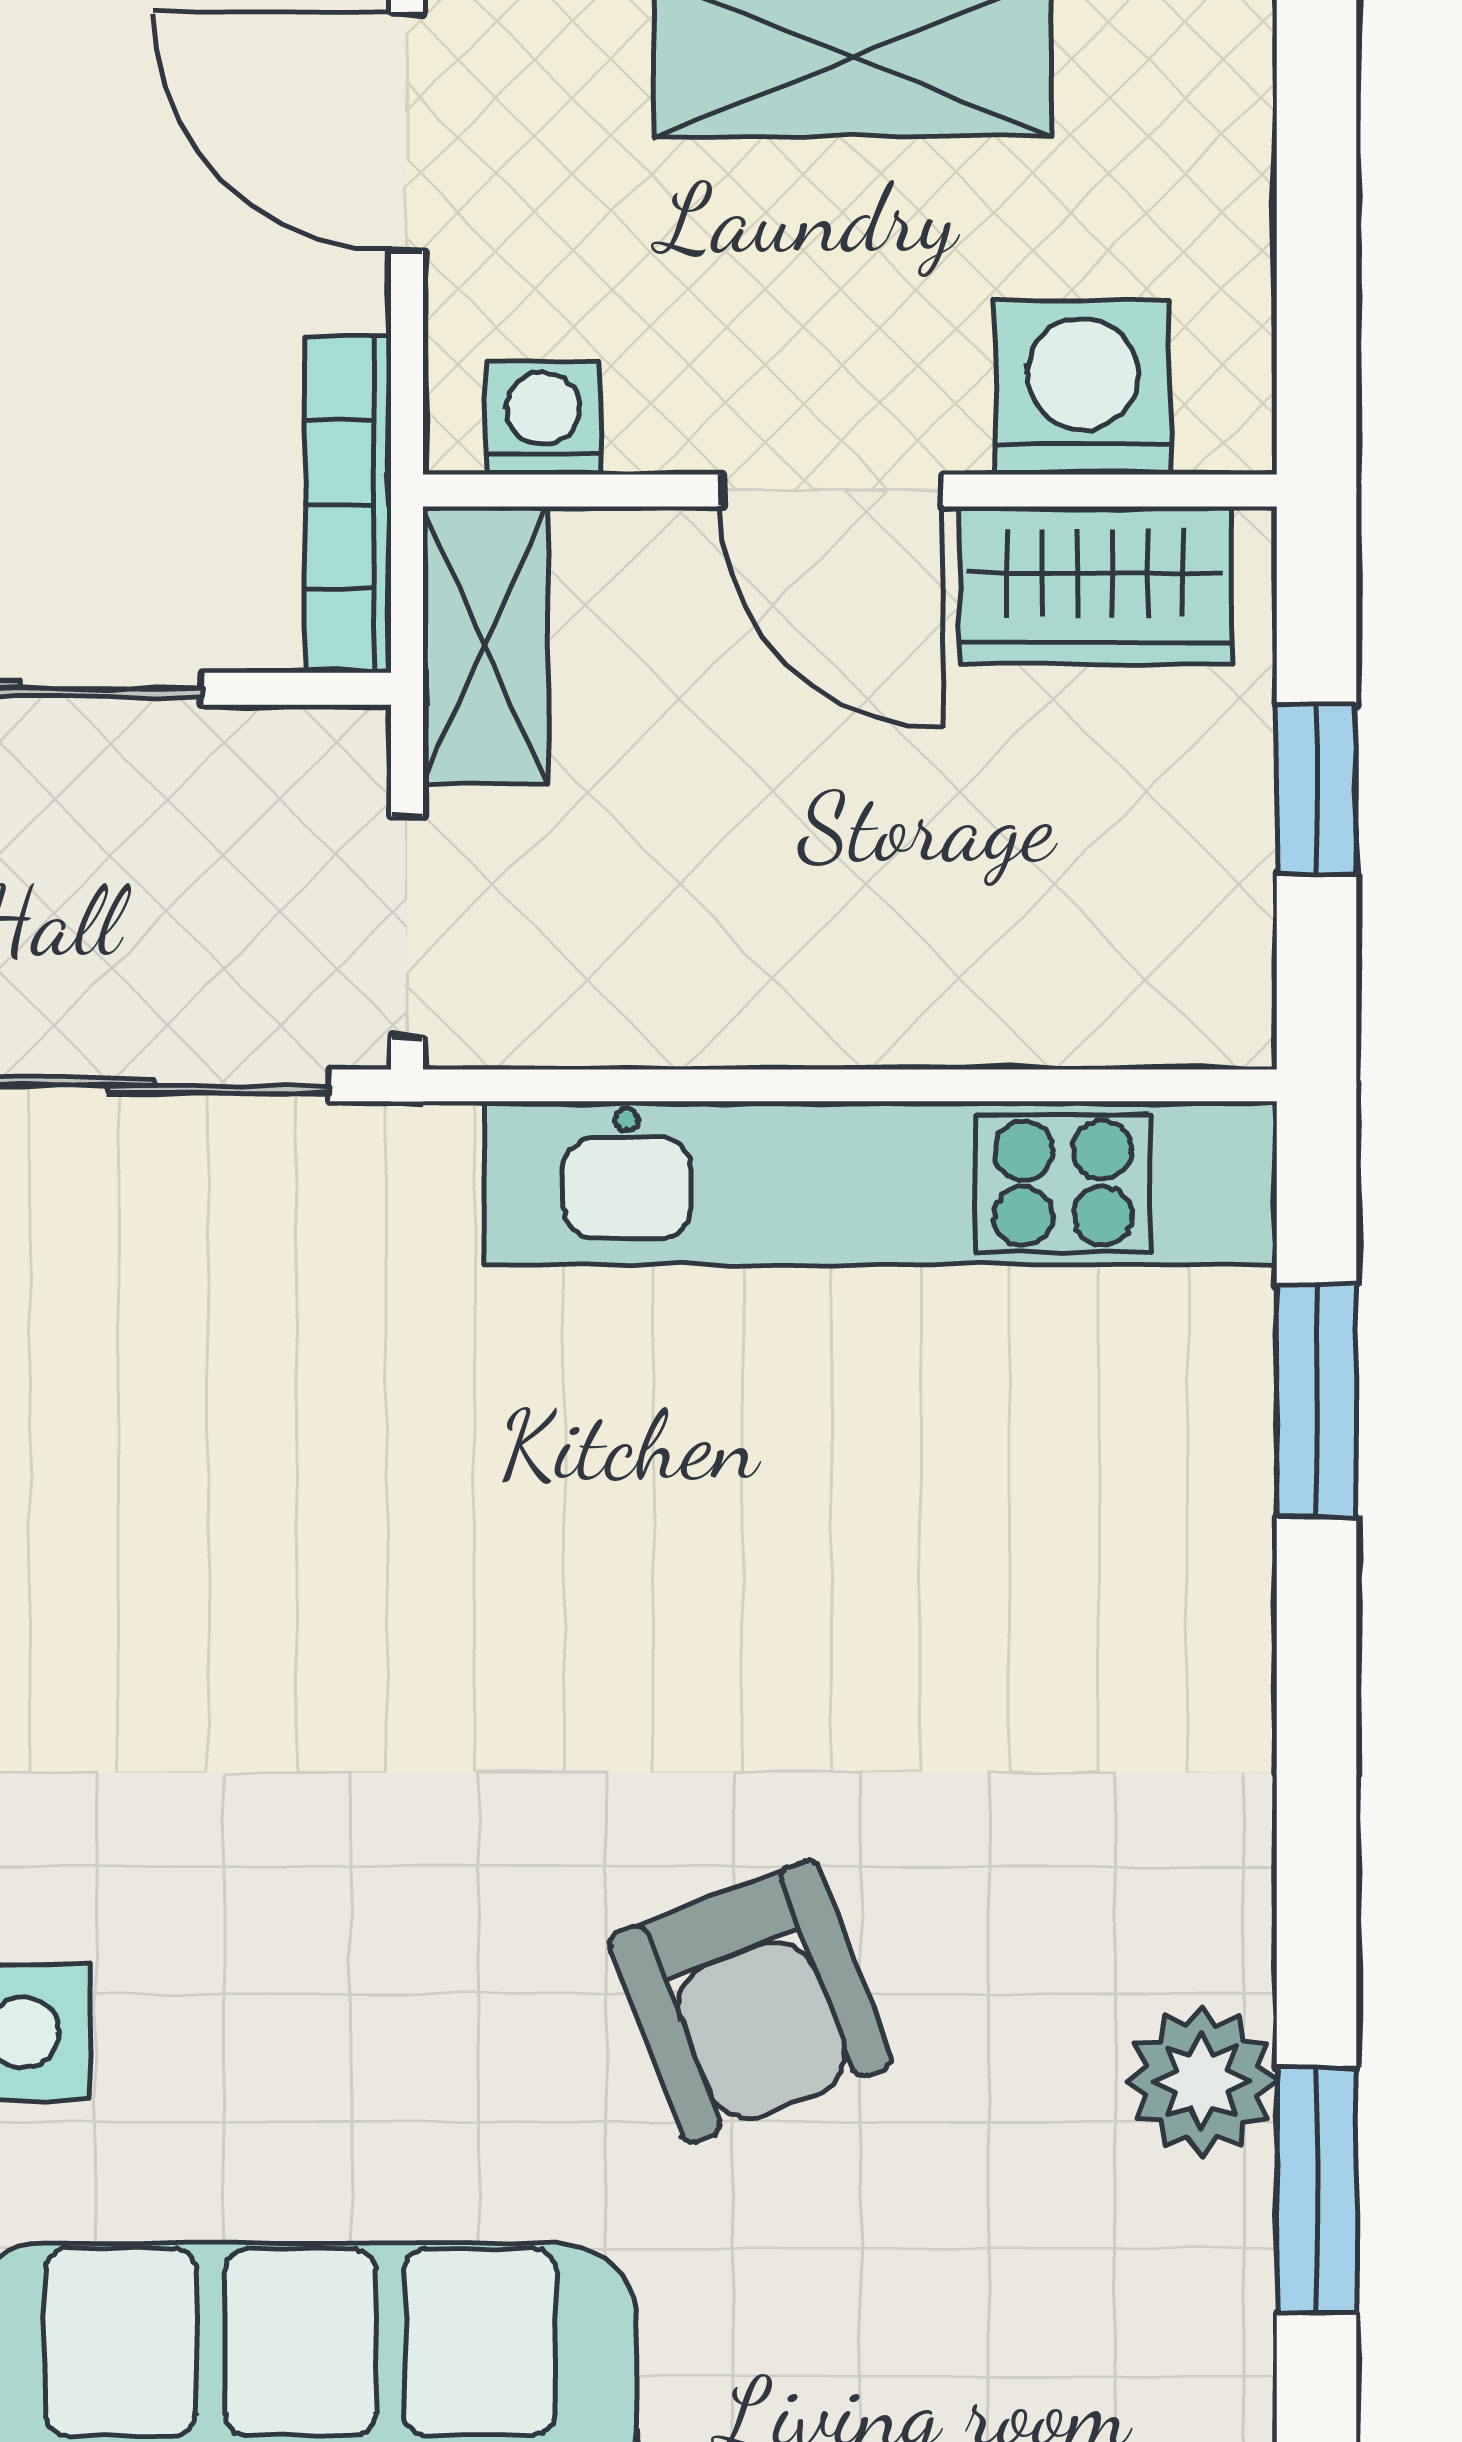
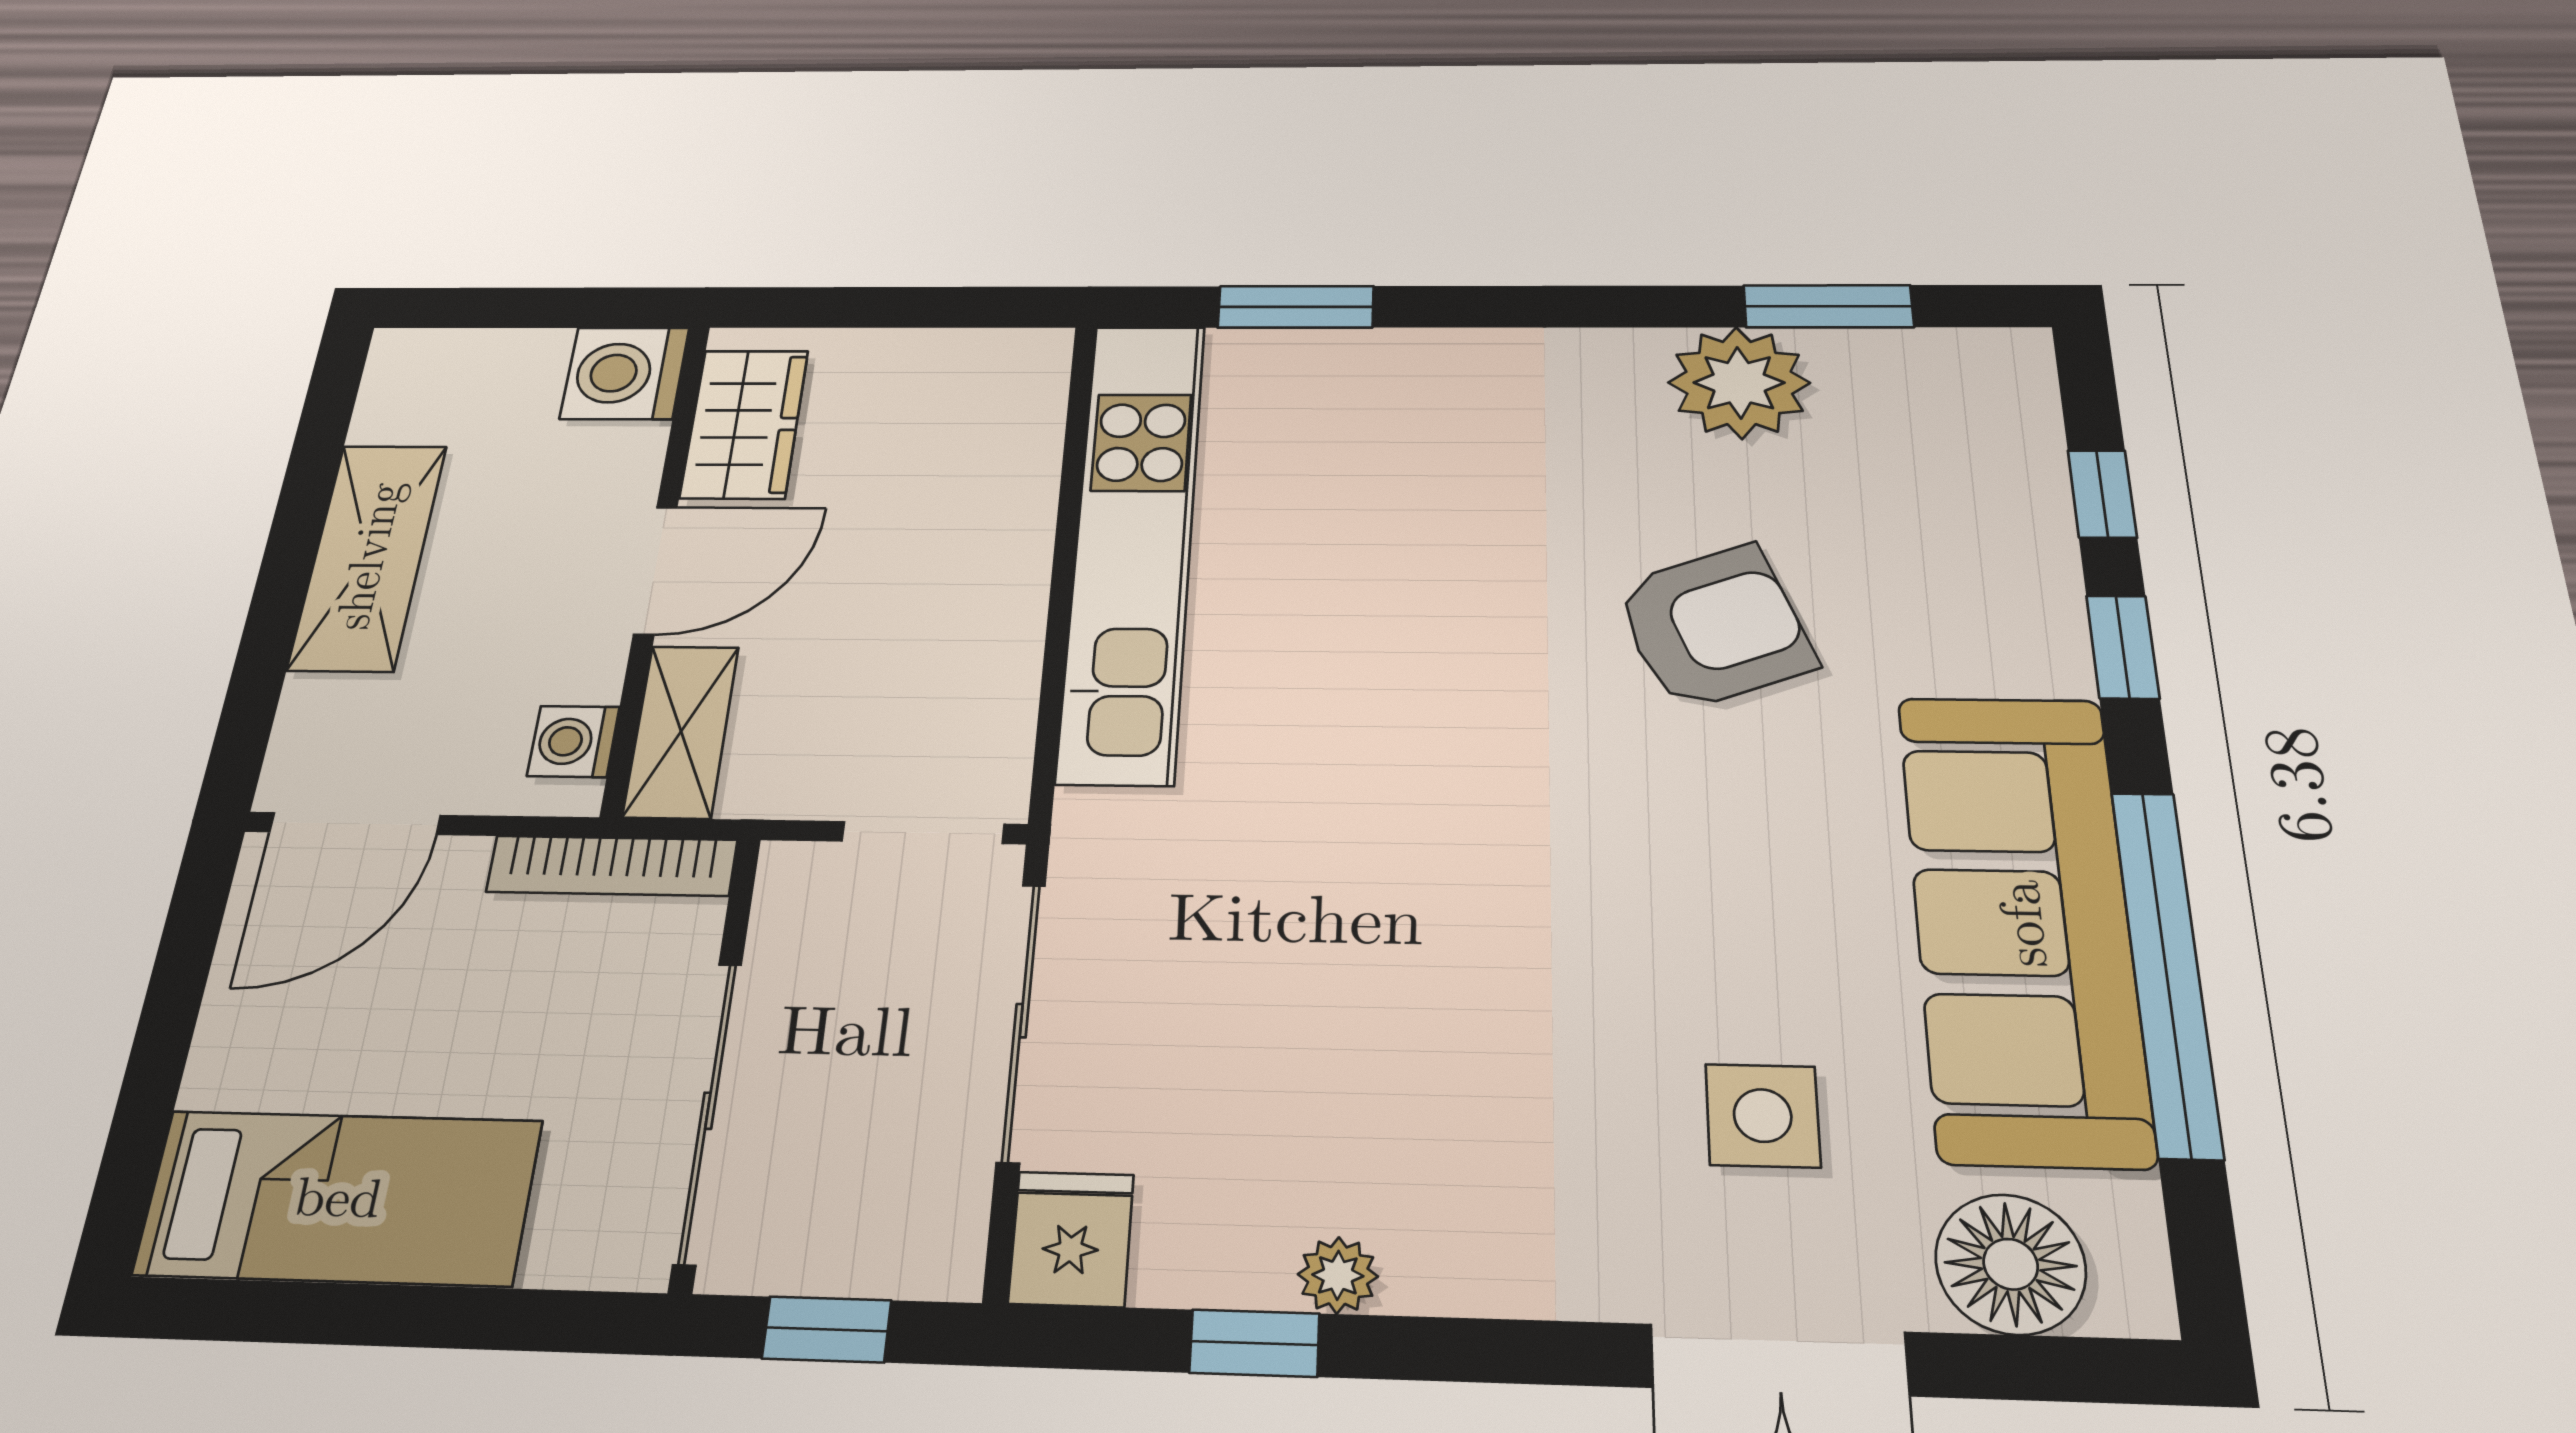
washing machine: (1083, 388) -> (625, 373), moved
shelving: (485, 645) -> (681, 731), moved, turned 90
window: (1317, 789) -> (895, 307), removed
plant: (1202, 2081) -> (1739, 383), width x1.36, depth x1.36

